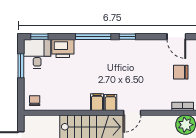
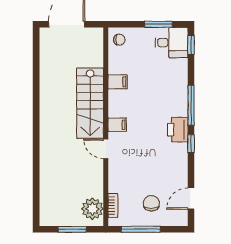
printer: (63, 49) -> (178, 130), moved
filing cabinet: (97, 102) -> (118, 82), moved

